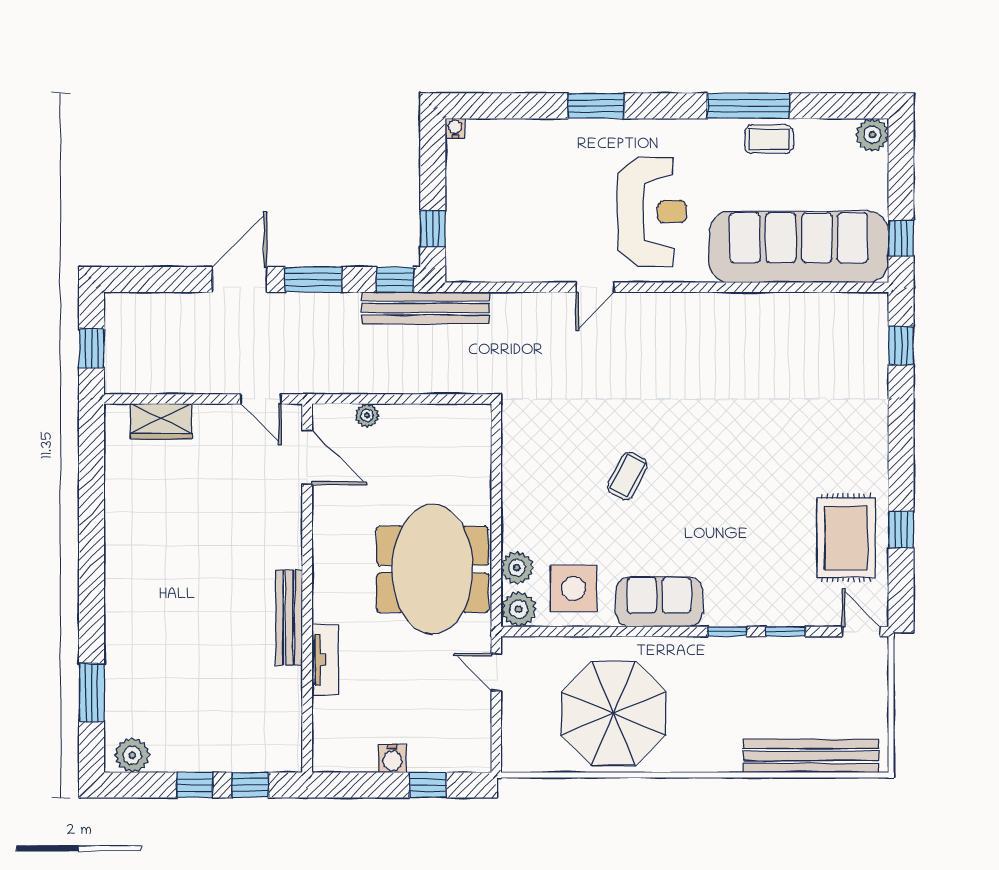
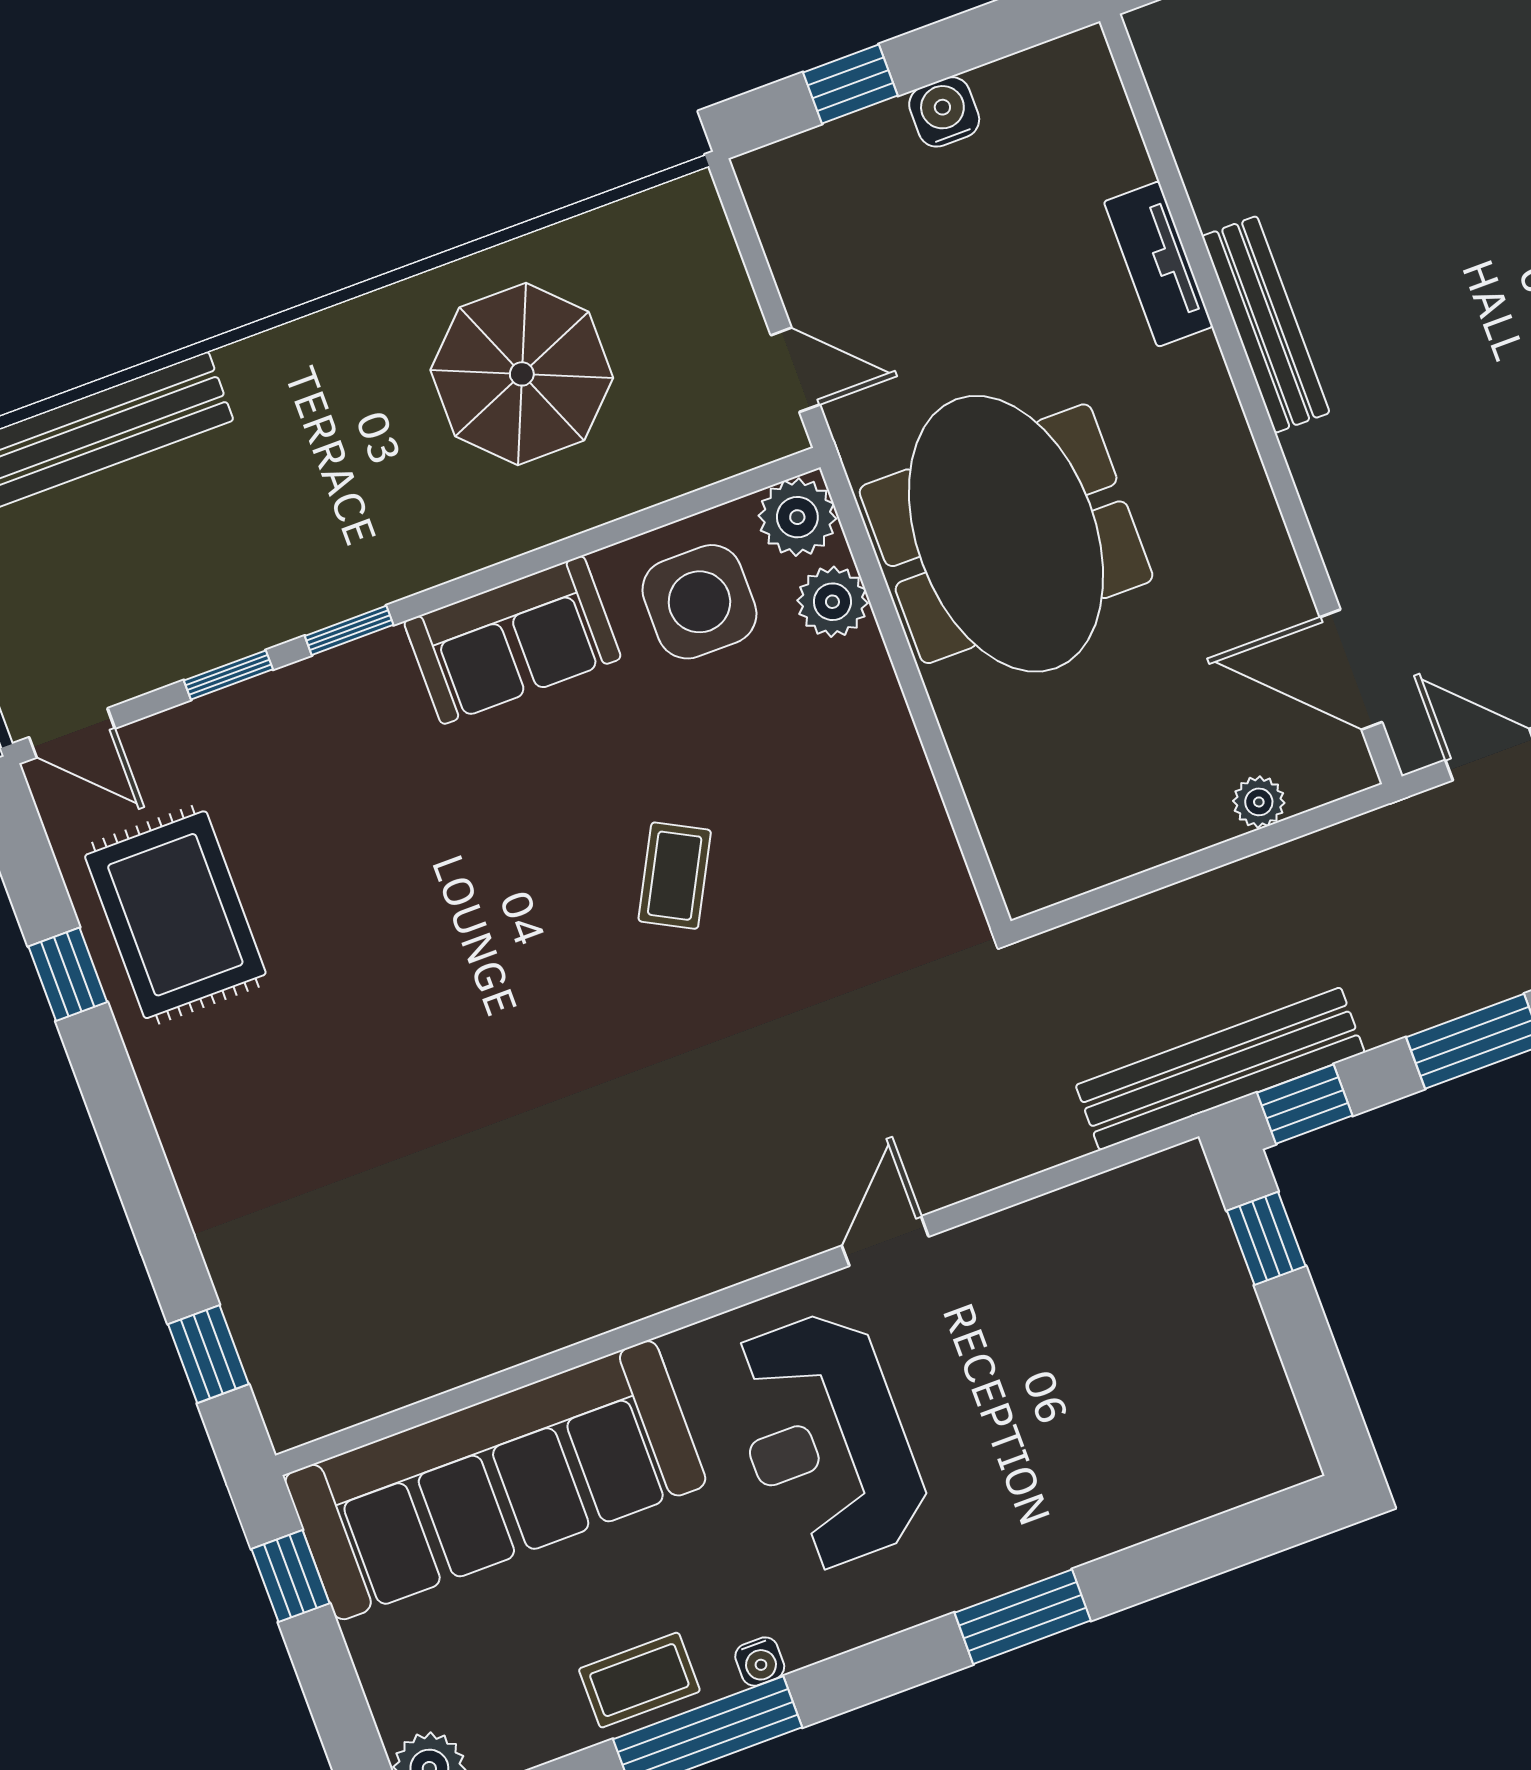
water cooler: (455, 128) -> (760, 1662), moved
parasol: (613, 713) -> (522, 374), width x0.73, depth x0.73

